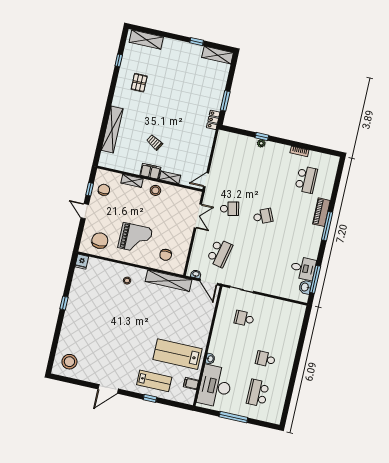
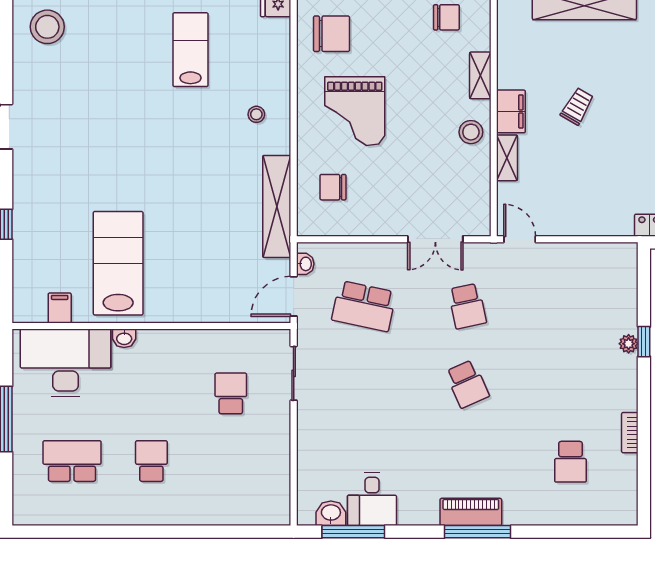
school desk: (306, 180) -> (570, 462), width x0.54
piano: (321, 212) -> (471, 512), moved
lab bench: (154, 381) -> (190, 50), moved, turned 180

